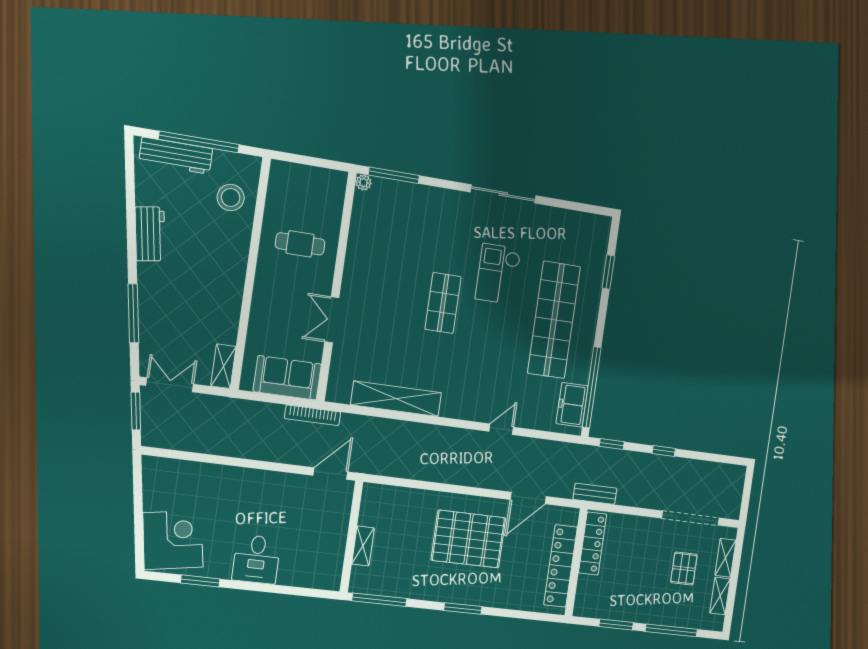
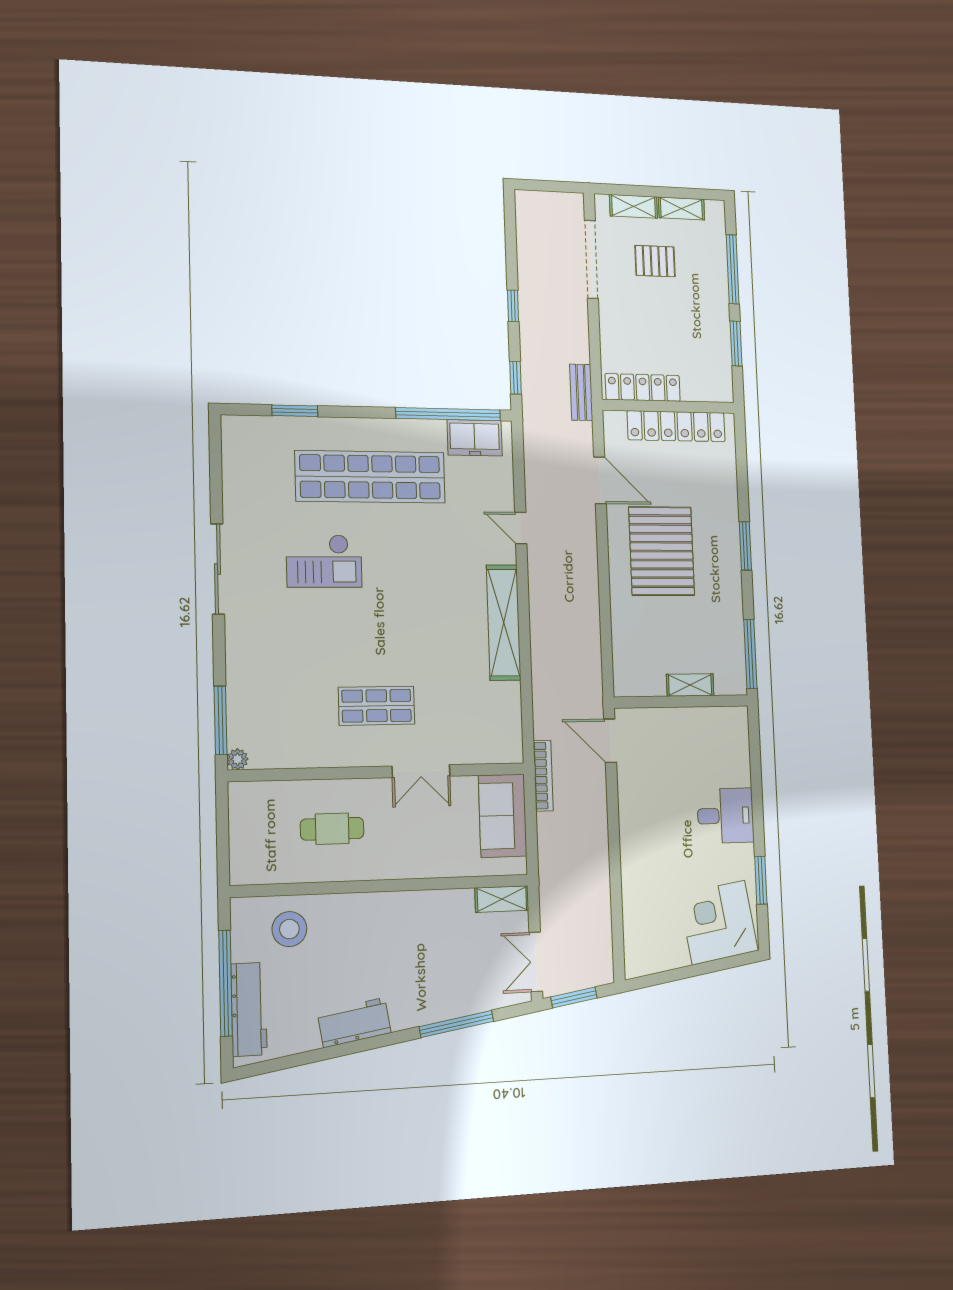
cafe table: (300, 244) -> (332, 829), turned 90
shop shelf: (443, 303) -> (377, 706), moved
shelving: (396, 399) -> (504, 623), moved

